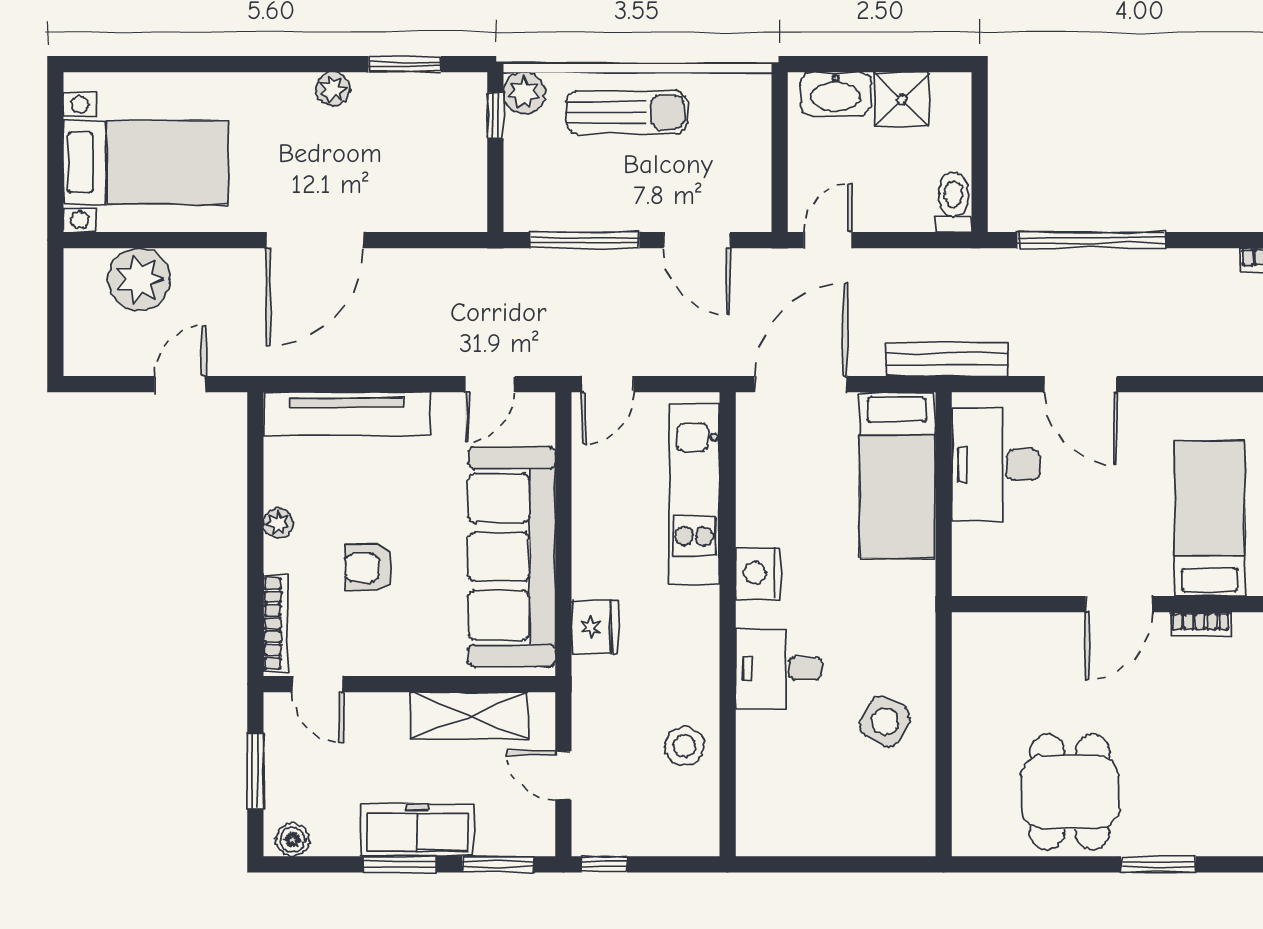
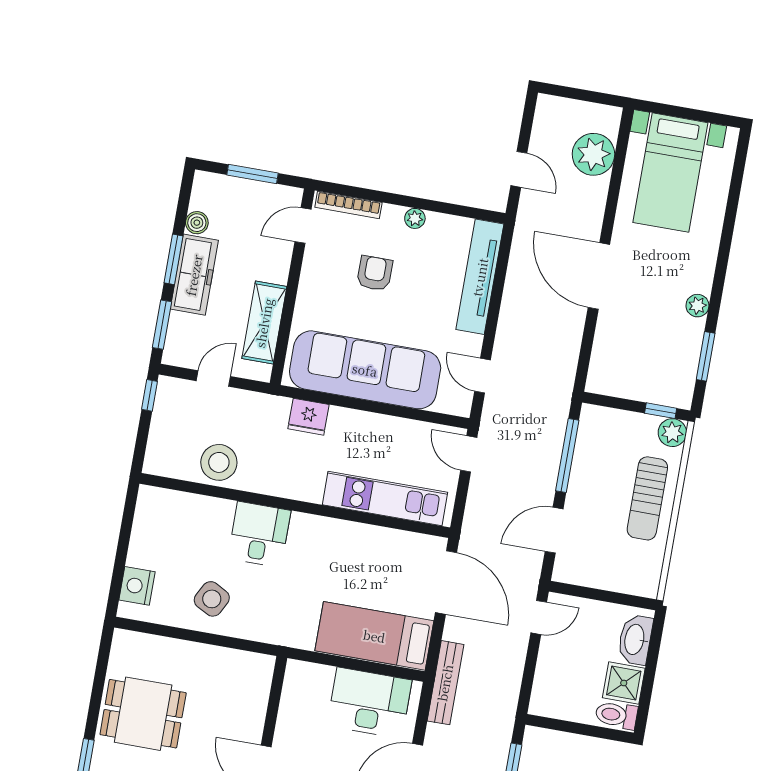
toilet: (953, 202) -> (616, 715), moved, turned 180
door: (828, 240) -> (539, 617), hinge flipped
nightstand: (758, 573) -> (137, 586), moved, turned -90
stool: (684, 746) -> (219, 462), width x1.38, depth x1.38
boiler: (293, 840) -> (197, 223), moved

